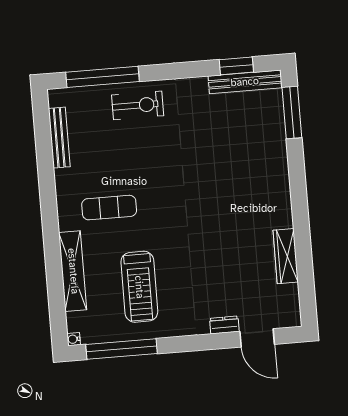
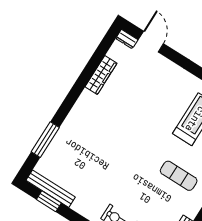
window: (292, 112) -> (45, 140), moved
dresser: (224, 325) -> (127, 39), moved

